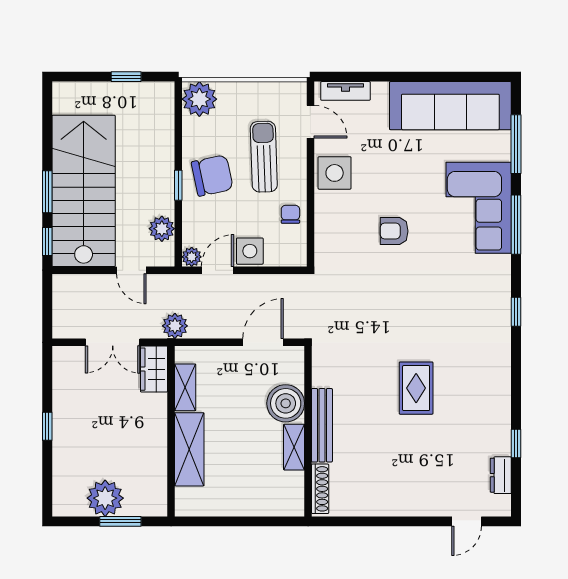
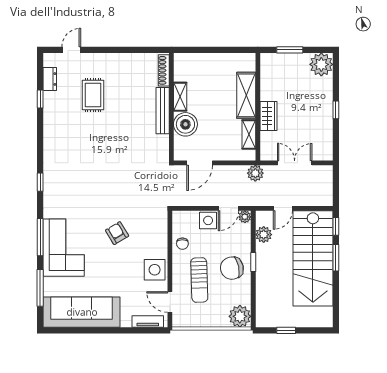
armchair: (394, 231) -> (117, 233), turned -121
door: (131, 270) -> (283, 208), swing flipped
wardrobe: (154, 369) -> (269, 116), moved
rug: (416, 388) -> (93, 95), moved
plant: (105, 498) -> (321, 64), moved

